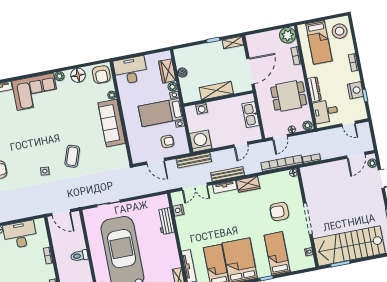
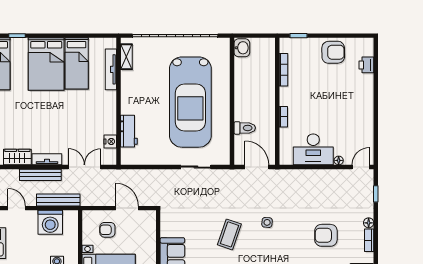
washing machine: (201, 141) -> (50, 222), moved
door: (241, 145) -> (17, 208), hinge flipped
bench: (194, 160) -> (58, 200), moved
toilet: (79, 256) -> (245, 128), moved

